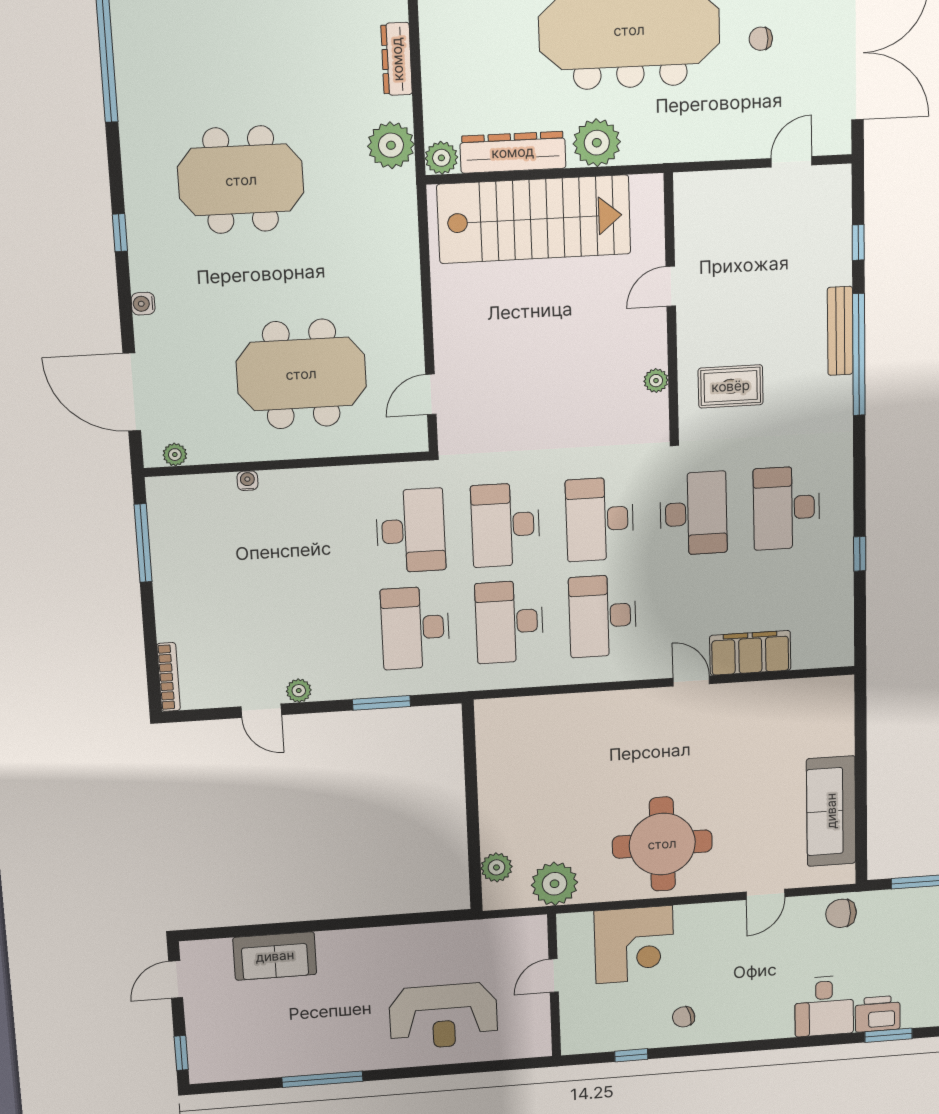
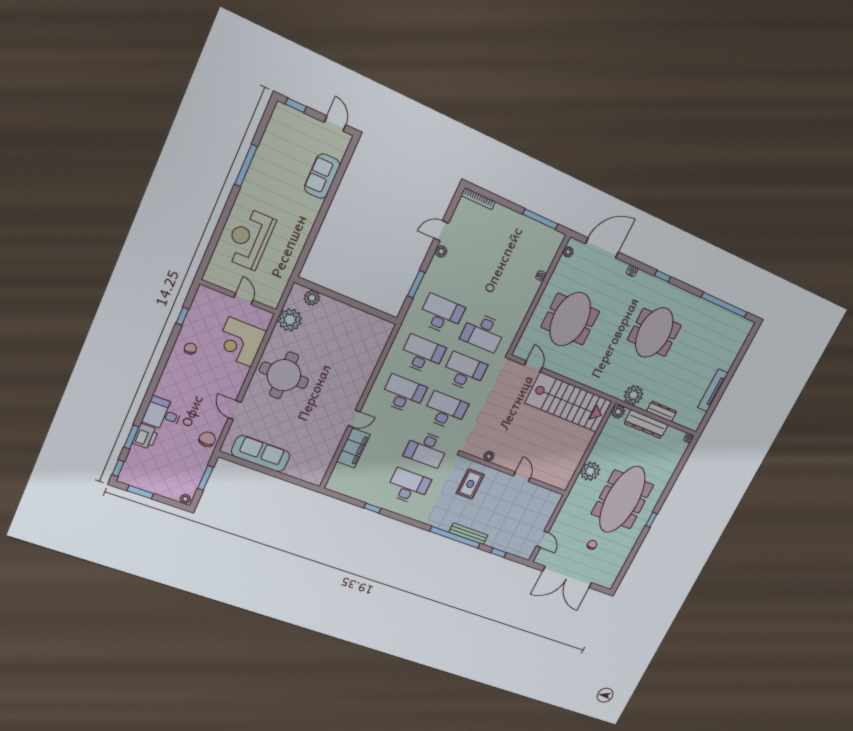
dresser: (513, 152) -> (646, 424), moved, turned 90
stairs: (534, 219) -> (569, 402), moved, turned -90

